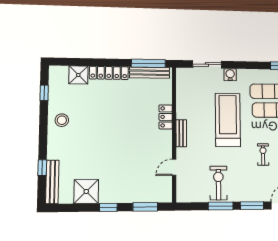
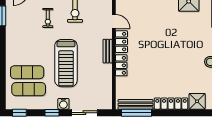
window: (242, 65) -> (52, 113), added
locker: (165, 144) -> (121, 42), added
exercise bike: (263, 154) -> (48, 18), moved
door: (174, 167) -> (114, 21), hinge flipped

